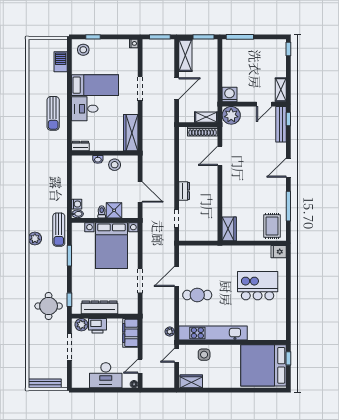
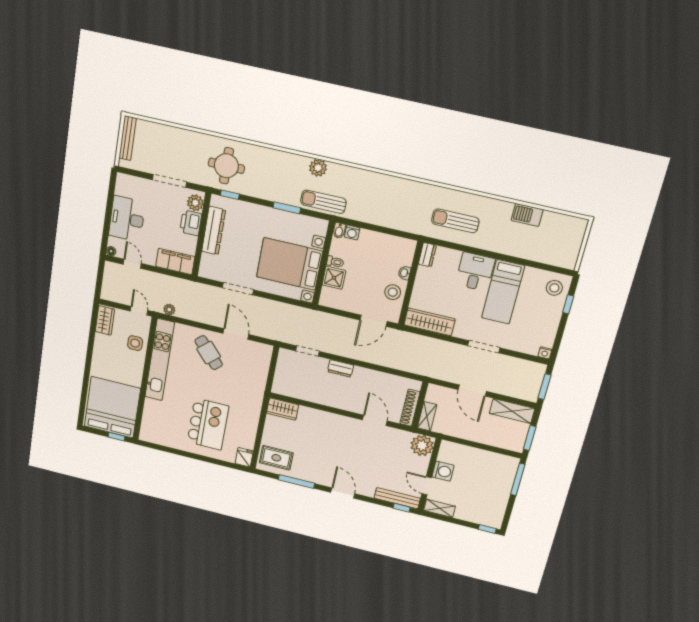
barbecue: (61, 62) -> (527, 215), moved, turned 180
washing machine: (229, 94) -> (443, 471), moved
sun lounger: (53, 113) -> (455, 221), moved
door: (140, 192) -> (374, 321), moved
cafe table: (197, 295) -> (209, 353), turned -42

